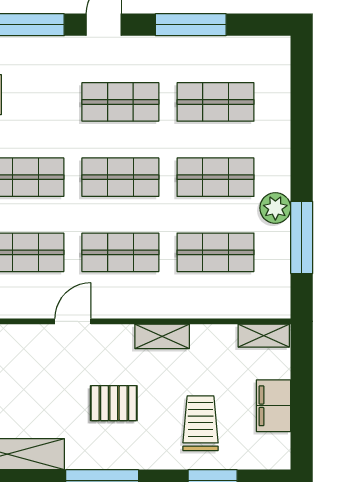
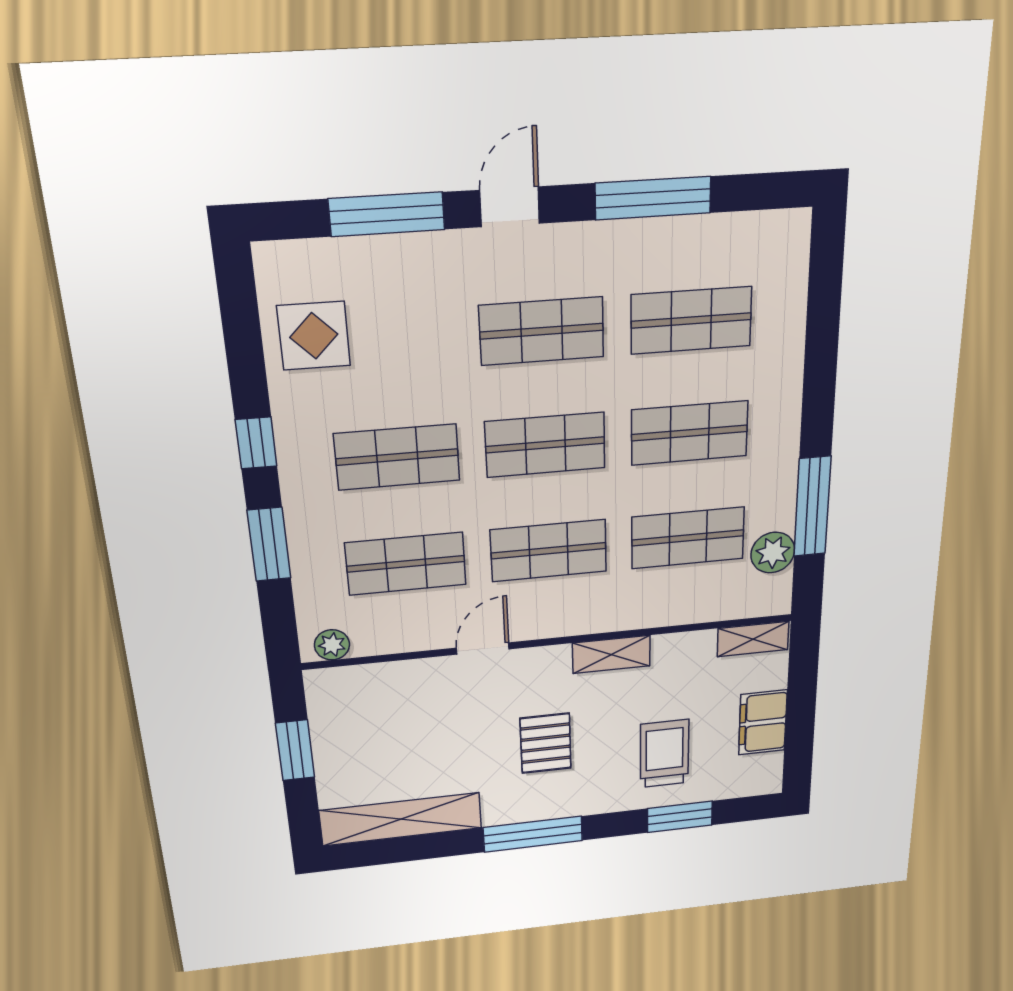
plant: (275, 208) -> (773, 553), moved
pallet: (114, 403) -> (546, 743), turned 90

